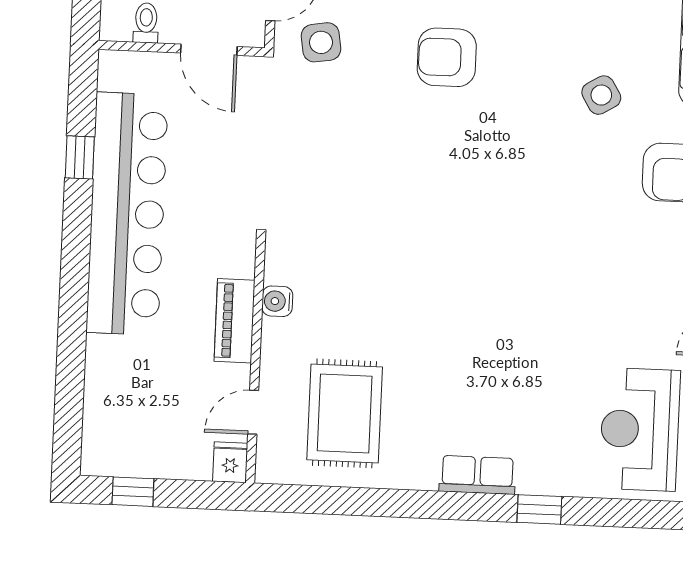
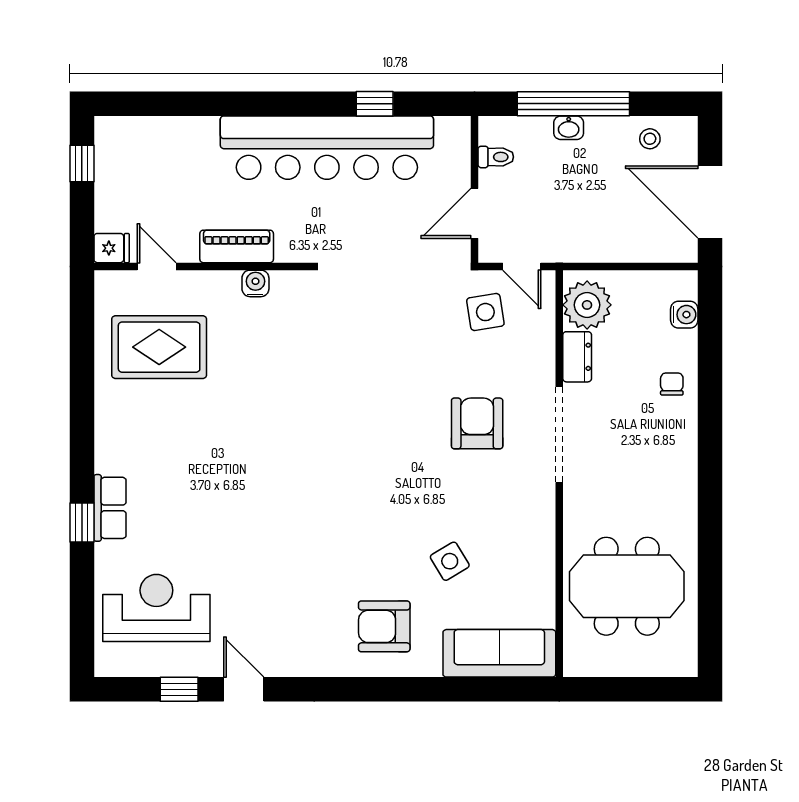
row of seats: (477, 475) -> (110, 508), moved

